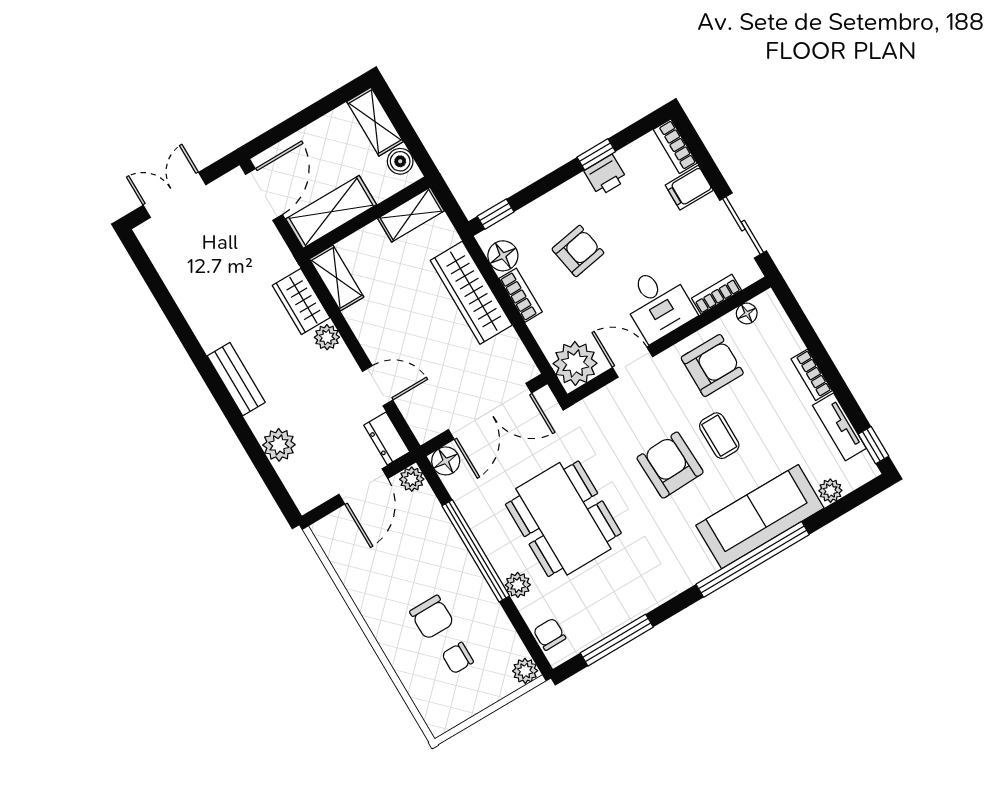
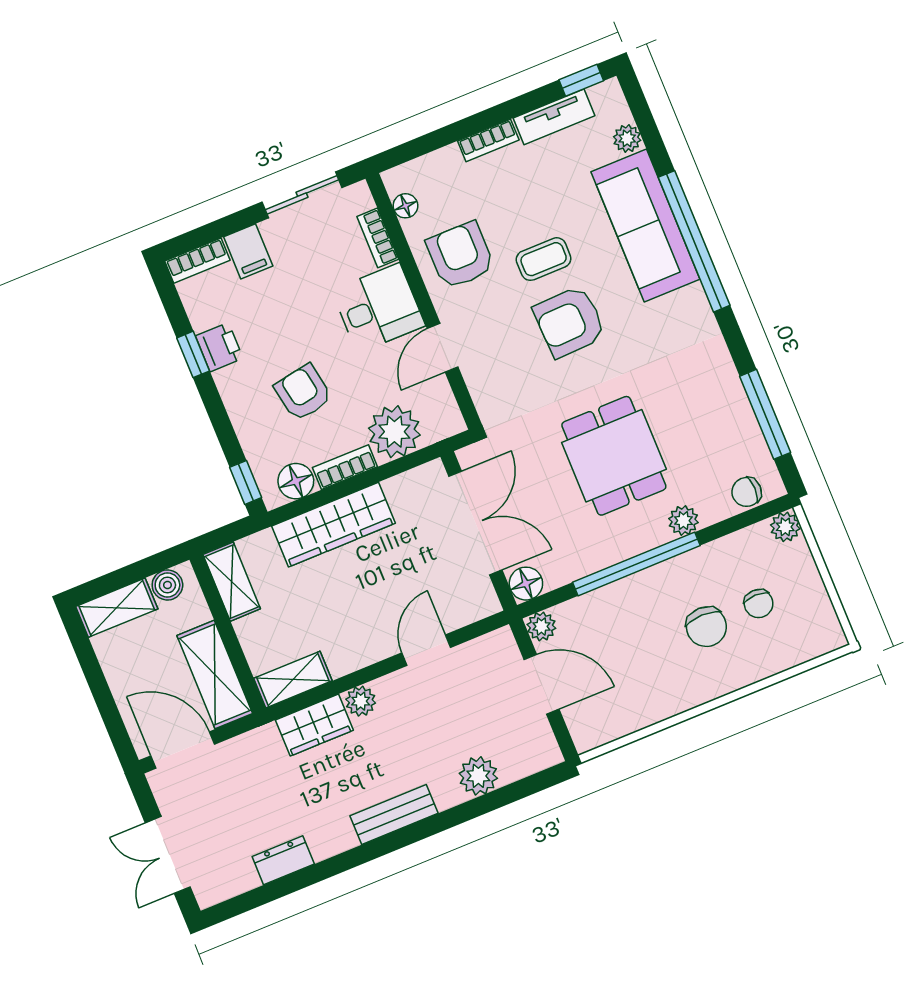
plant: (575, 363) -> (394, 432), moved
dresser: (387, 439) -> (283, 860), moved, turned 180
dining table: (563, 519) -> (614, 456), width x0.73
chair: (432, 617) -> (706, 627), turned 90

